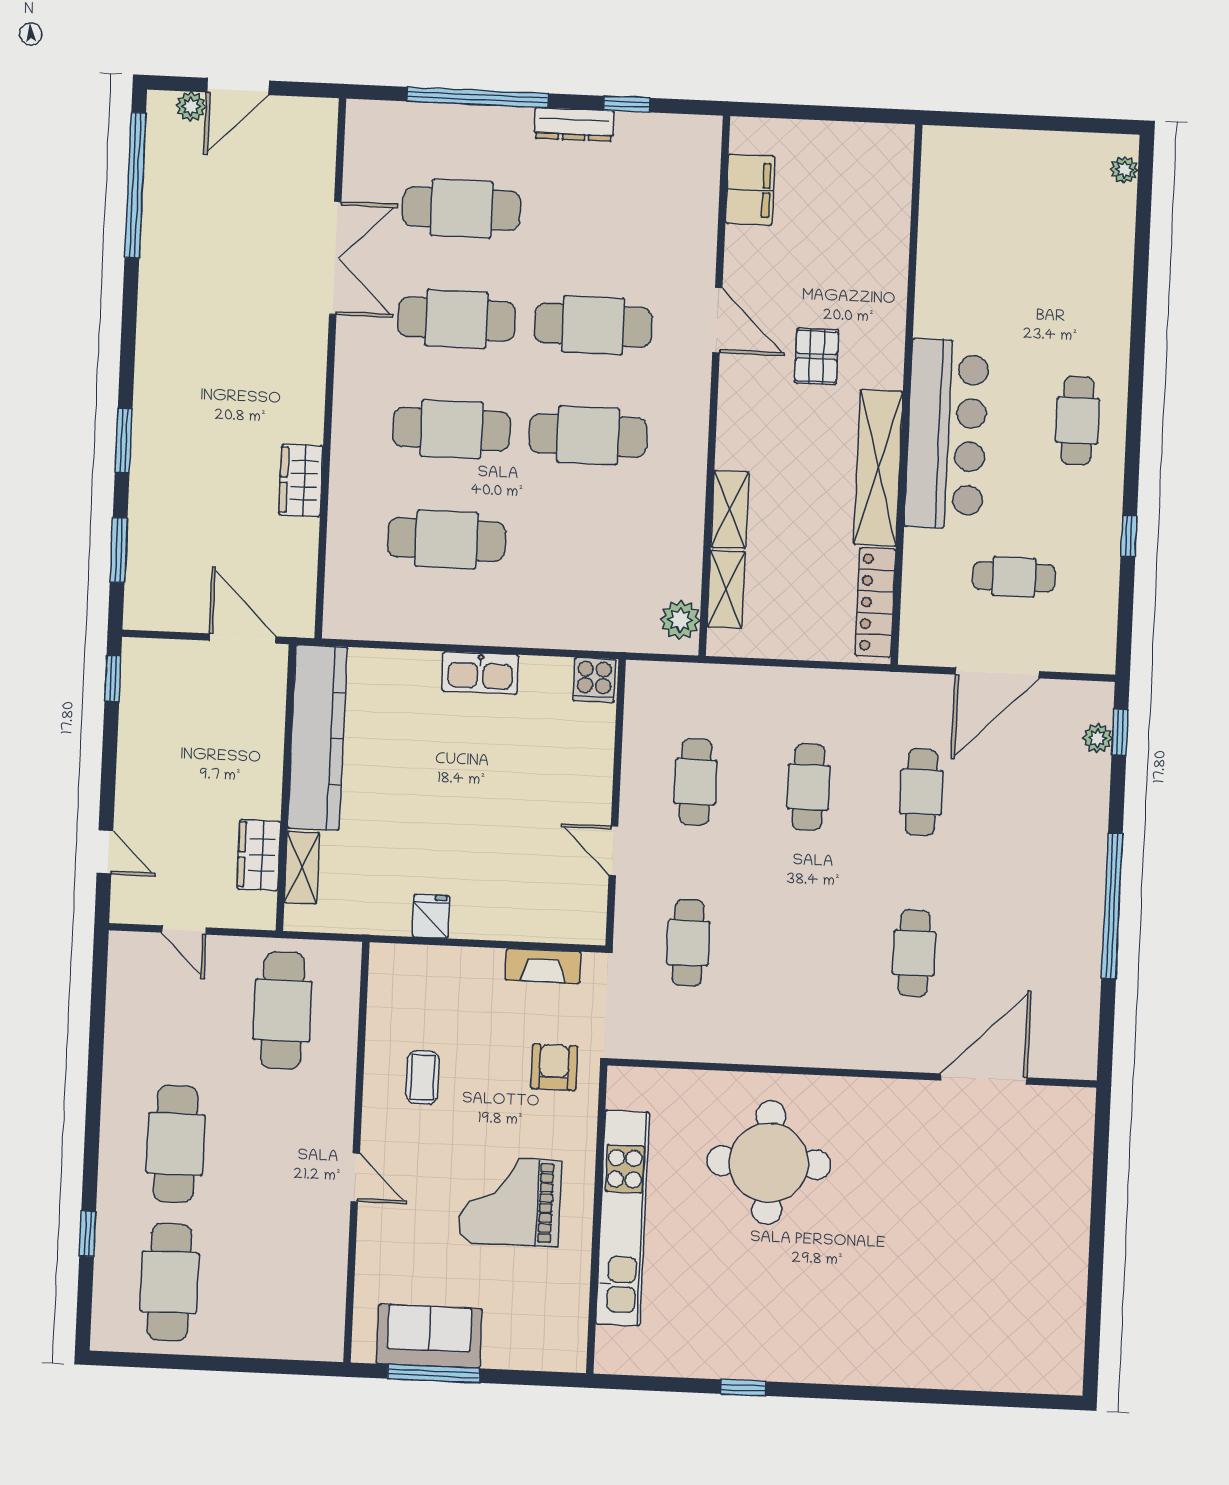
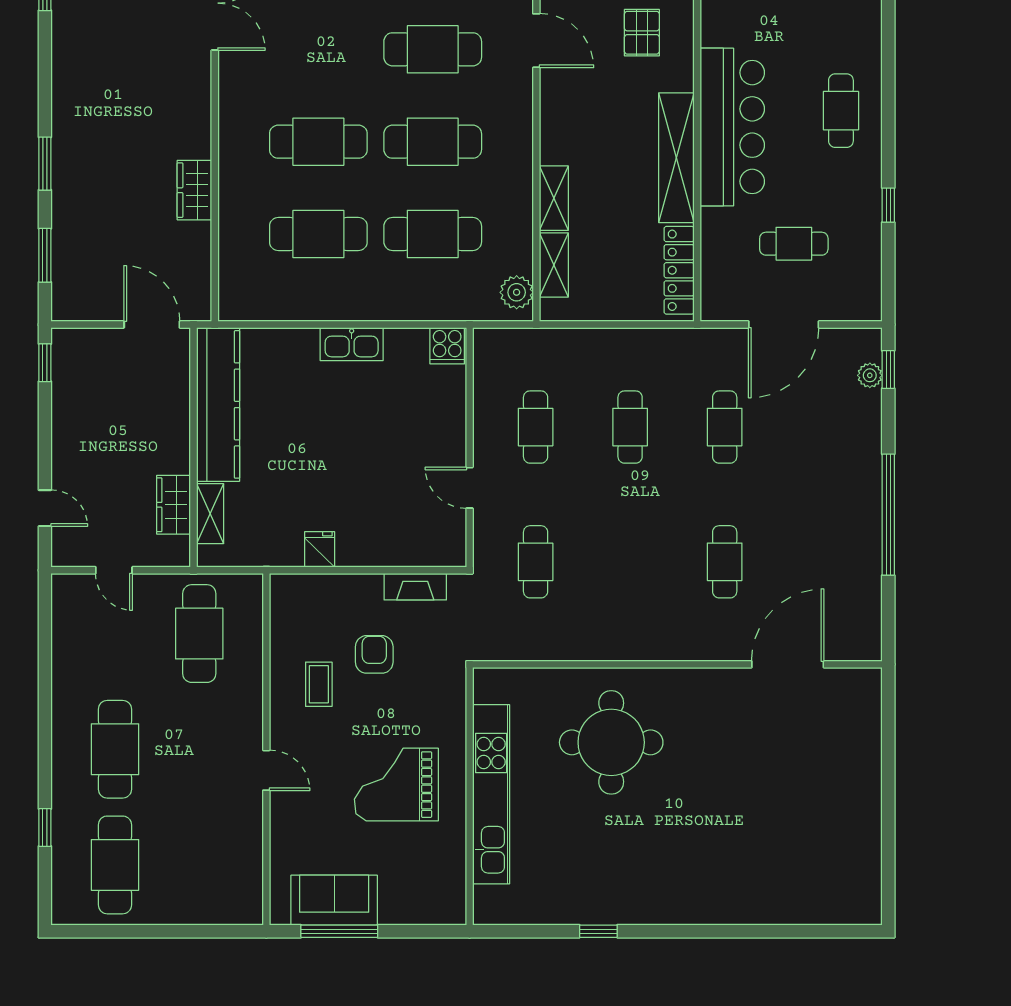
cafe table: (457, 319) -> (433, 234), moved
pallet: (817, 356) -> (642, 33), moved
armchair: (554, 1067) -> (374, 654), moved

